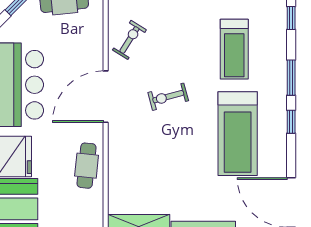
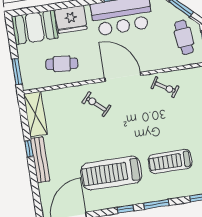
exercise bike: (168, 97) -> (96, 104), moved, turned -33
cafe table: (87, 166) -> (62, 64), moved

